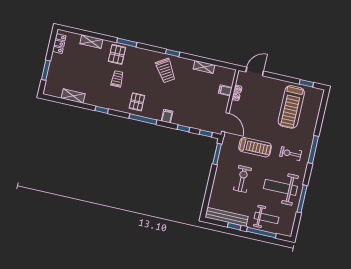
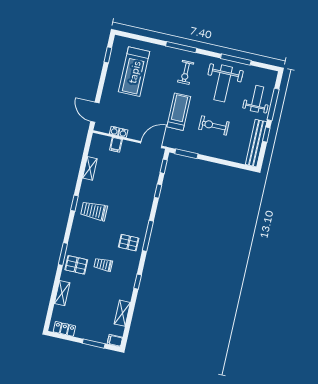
trolley: (166, 71) -> (94, 211), turned -148
treadmill: (291, 107) -> (134, 72), turned 90
filing cabinet: (167, 116) -> (115, 341), moved

